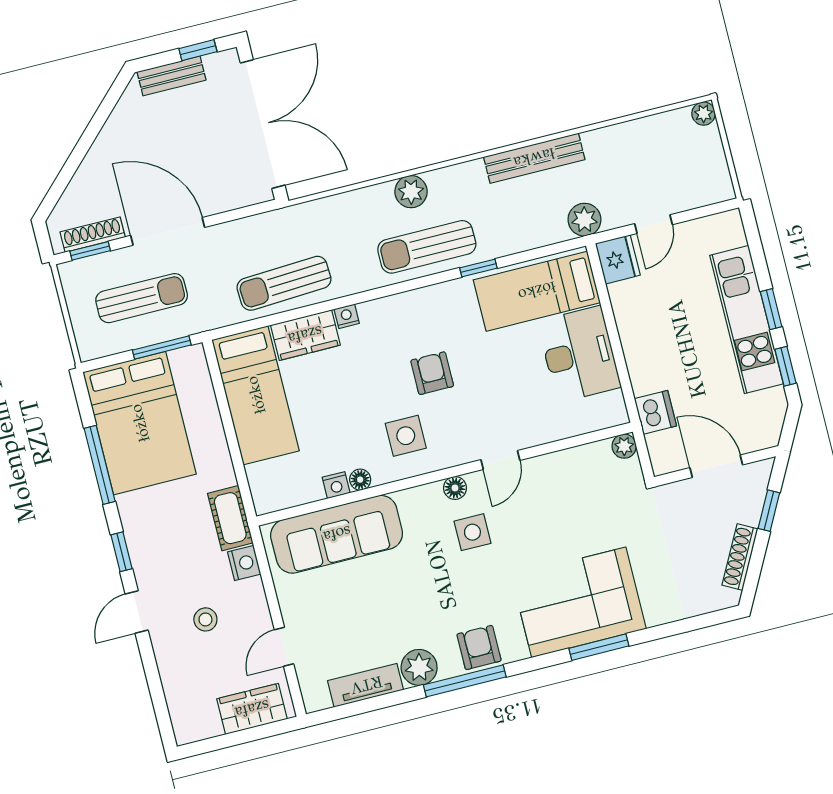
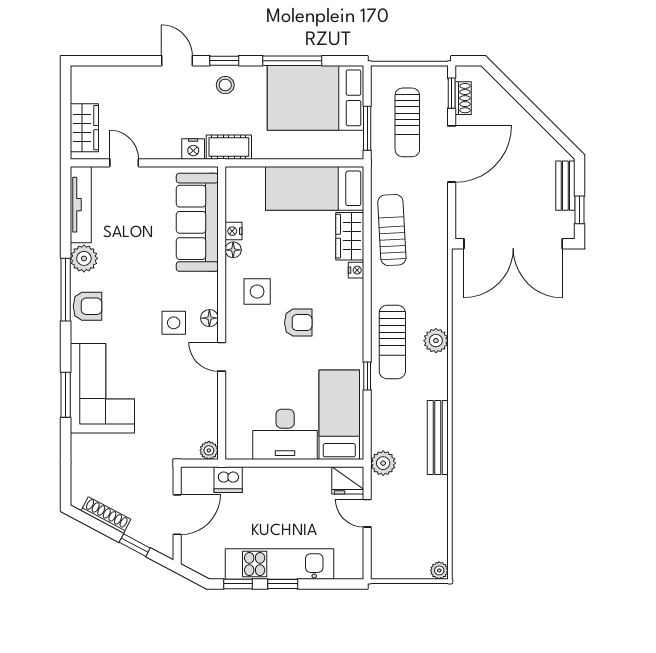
shoe rack: (93, 235) -> (463, 98), width x0.70
sun lounger: (427, 247) -> (392, 342), turned 180
stool: (205, 619) -> (225, 85), moved
tv unit: (366, 685) -> (81, 205), width x1.41

